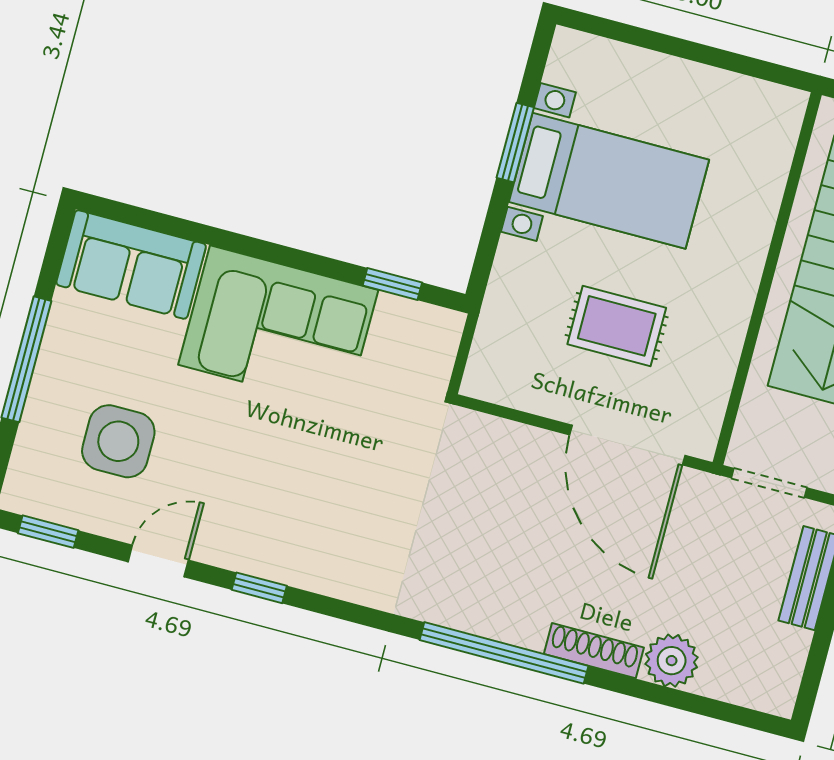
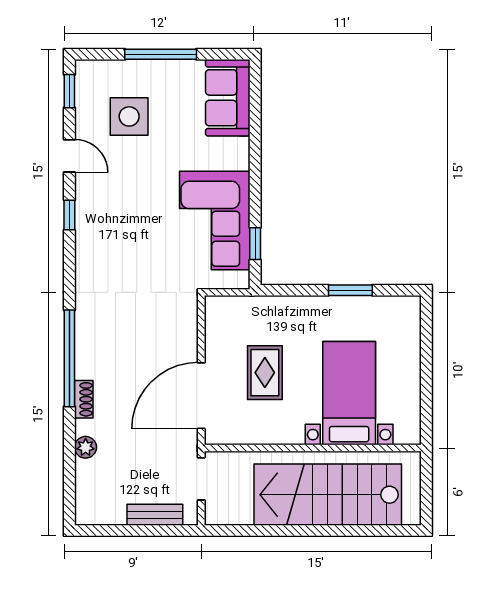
bed with nightstands: (609, 181) -> (349, 393), moved, turned 180
corner sofa: (278, 327) -> (215, 221), moved
shoe rack: (594, 651) -> (84, 399), width x0.70
plant: (672, 661) -> (86, 447), width x0.73, depth x0.73

